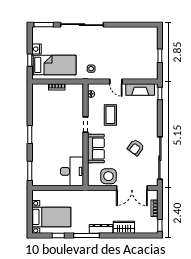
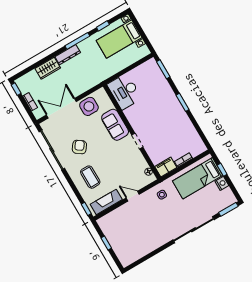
filing cabinet: (75, 89) -> (166, 167), added
coffee table: (110, 115) -> (90, 177), moved

